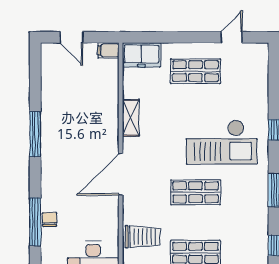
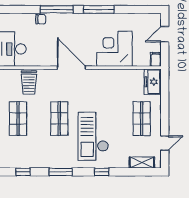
door: (232, 37) -> (165, 143), hinge flipped
corner desk: (93, 111) -> (114, 49), added
shelving: (131, 118) -> (142, 163), moved
window: (35, 222) -> (57, 9), moved

